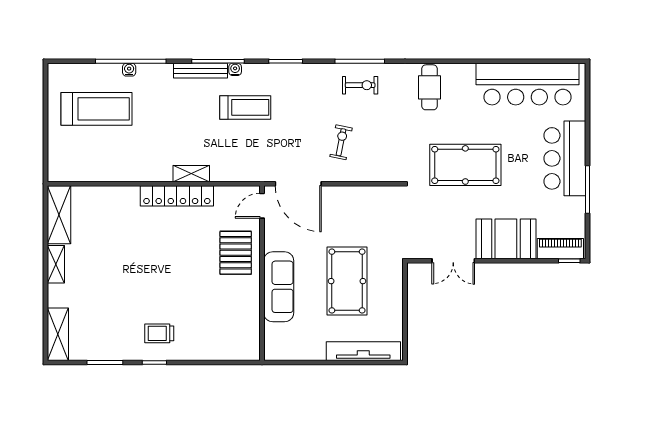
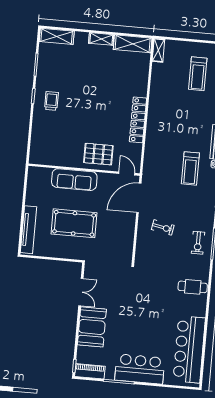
treadmill: (97, 109) -> (198, 74), width x0.73, depth x0.73
pool table: (465, 165) -> (141, 305), removed
shelving: (191, 174) -> (158, 50), moved
piano: (560, 249) -> (90, 371), moved, turned -90
double door: (453, 261) -> (81, 292), swing flipped

